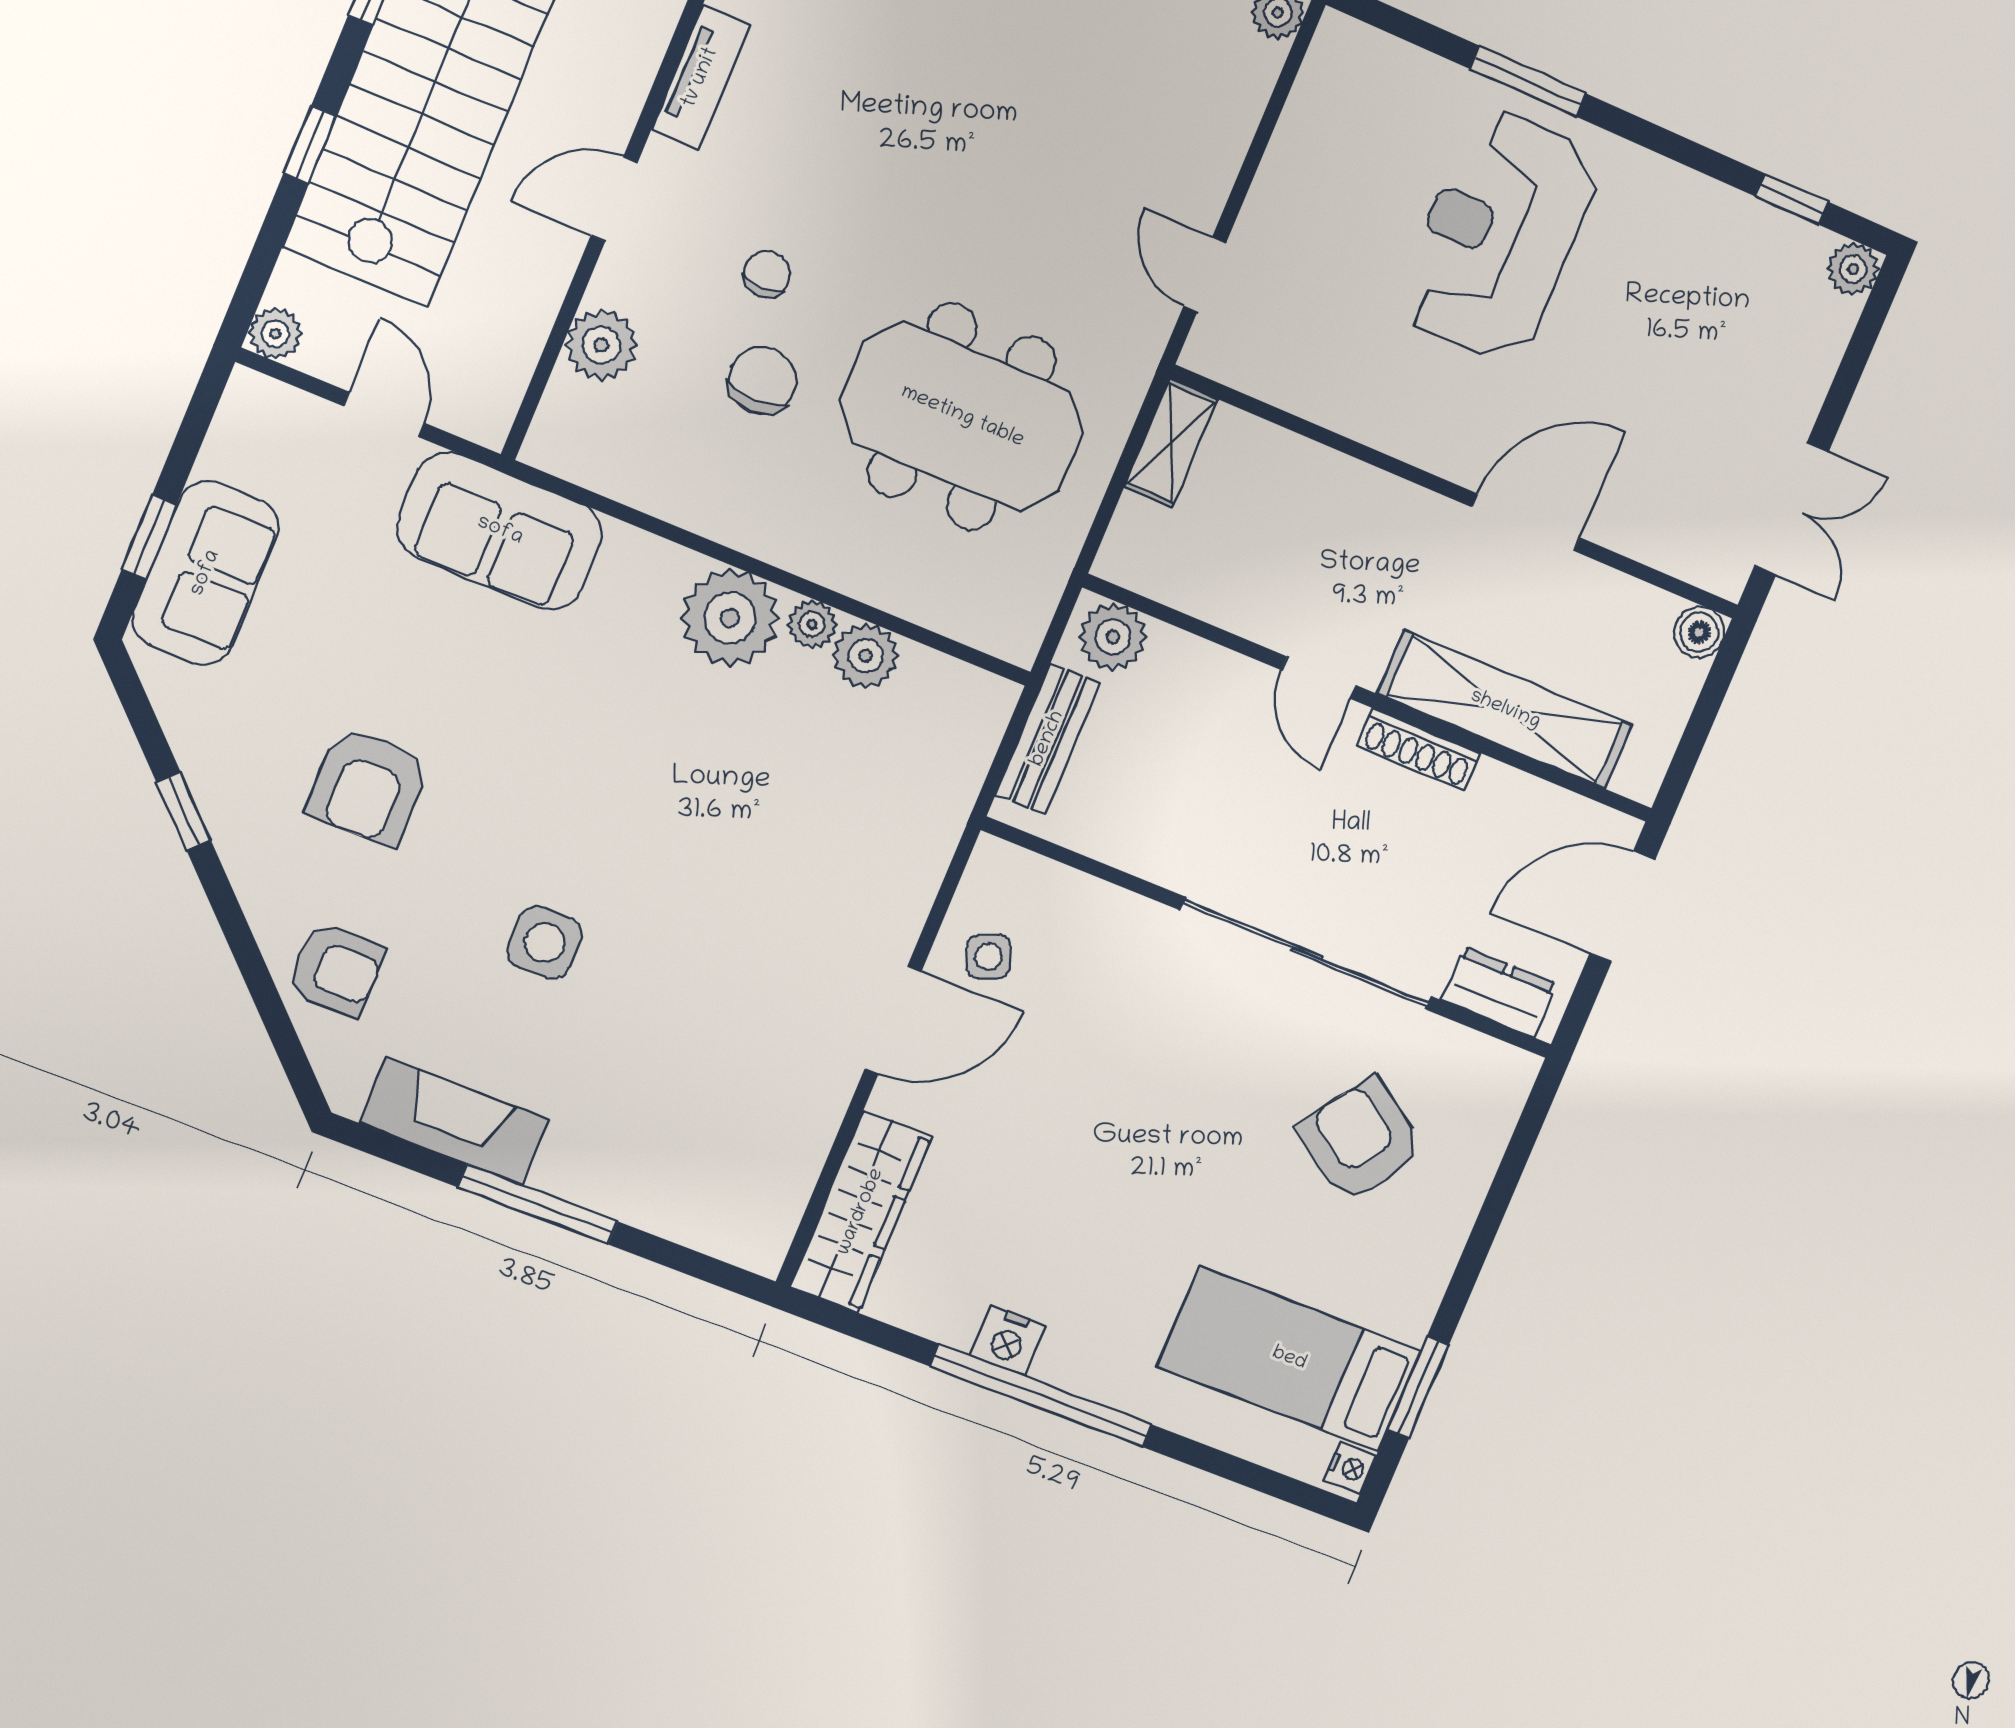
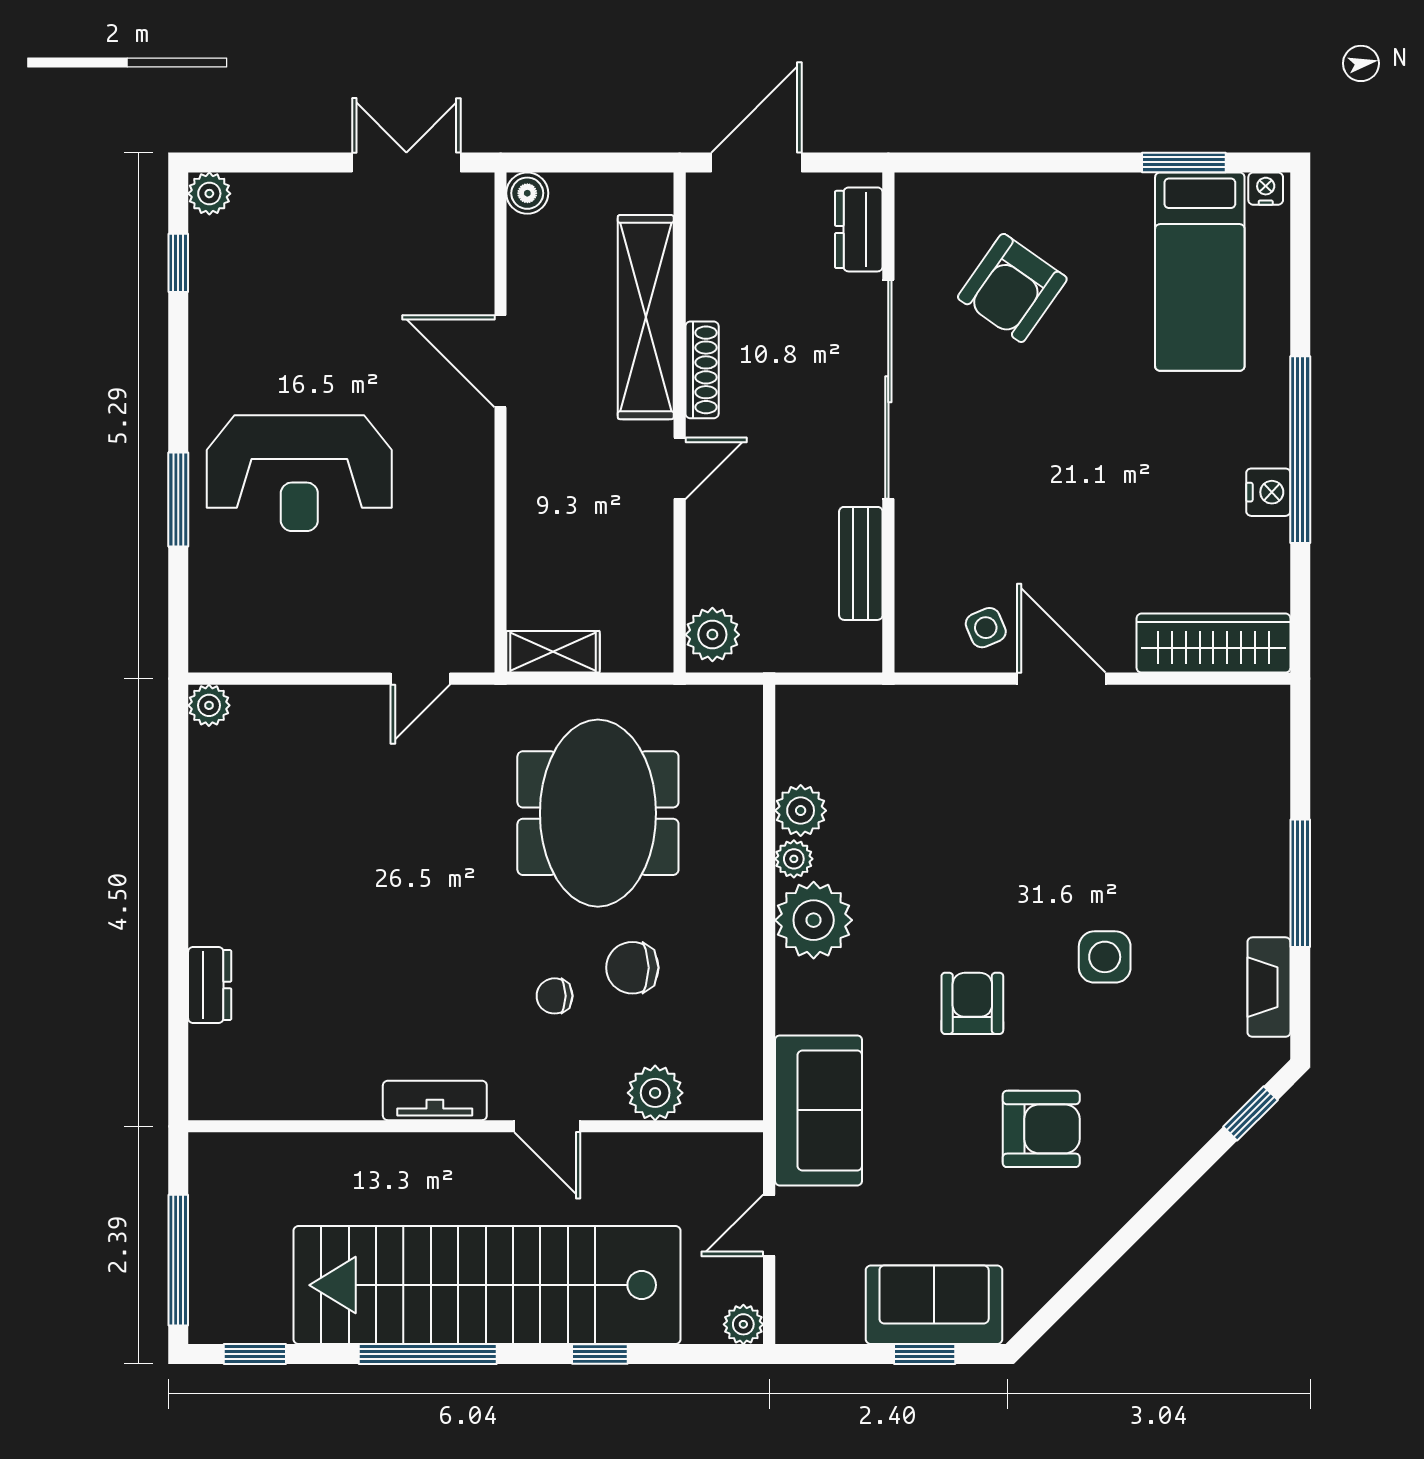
bench: (1048, 739) -> (861, 563), moved, turned 90
window: (184, 811) -> (1250, 1113), moved
door: (1622, 907) -> (757, 162), swing flipped
armchair: (336, 970) -> (972, 1003), moved
fireplace: (454, 1121) -> (1269, 987), width x0.73, depth x0.76

